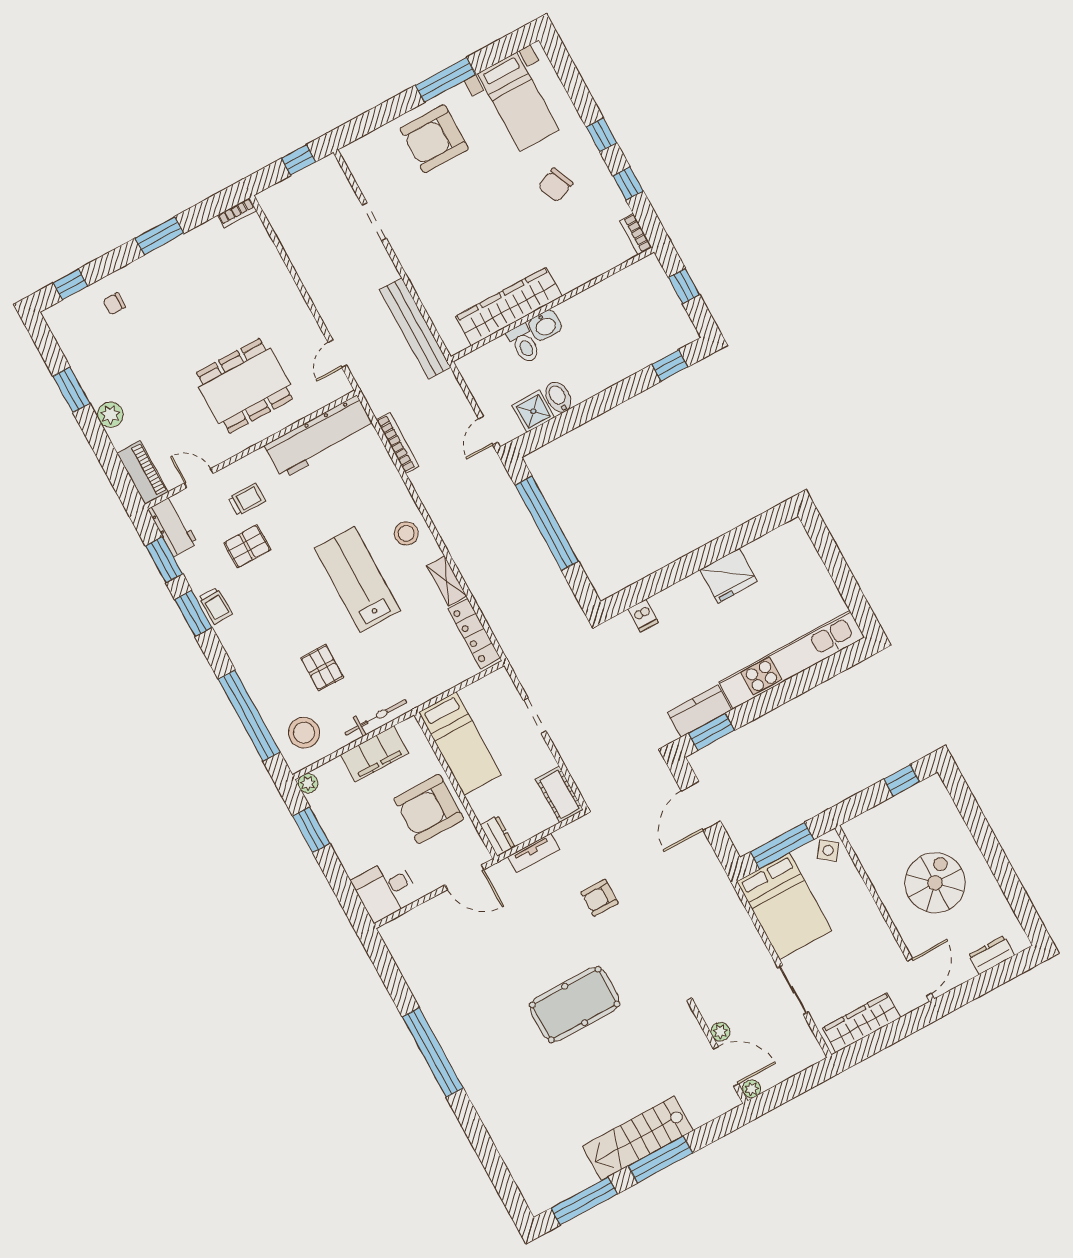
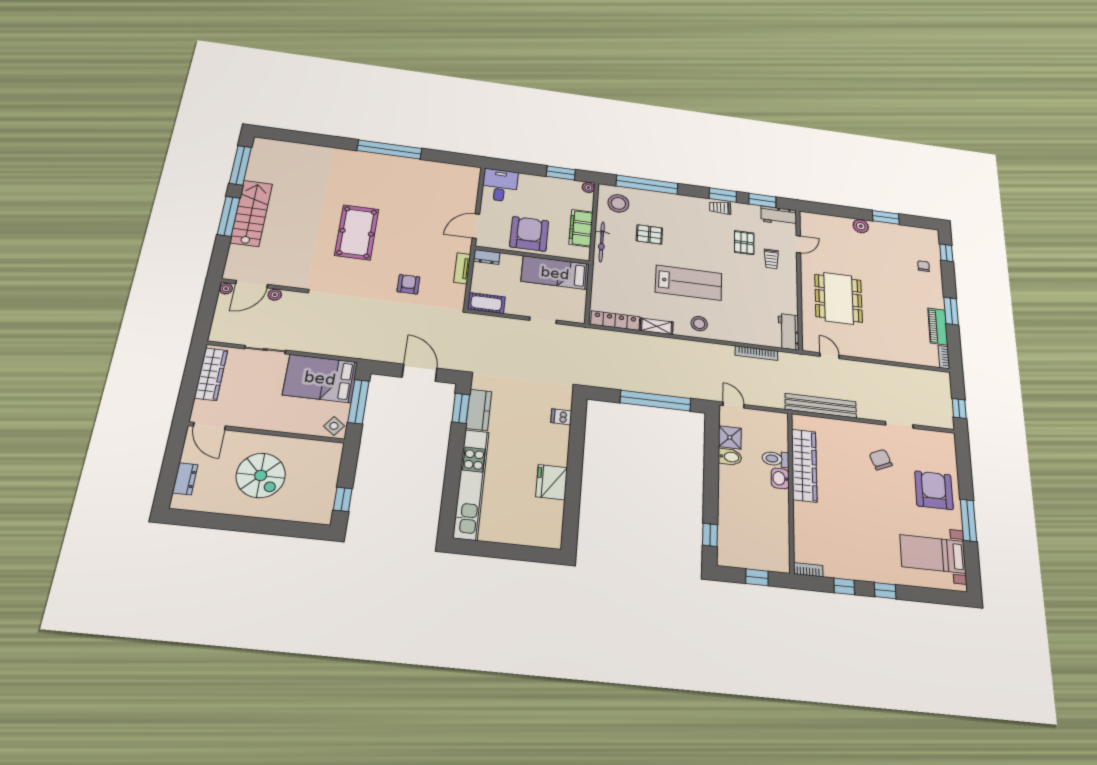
chair: (556, 185) -> (881, 460), moved
workbench: (320, 437) -> (789, 332), width x0.53, depth x0.76
piano: (142, 473) -> (938, 327), moved, turned 90

